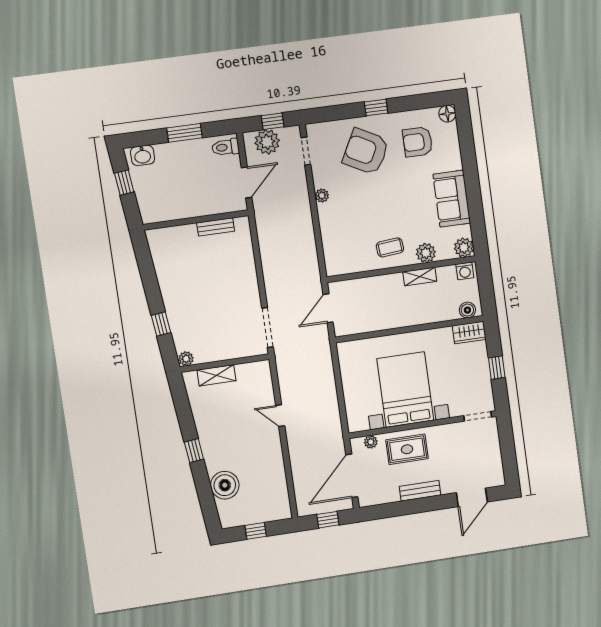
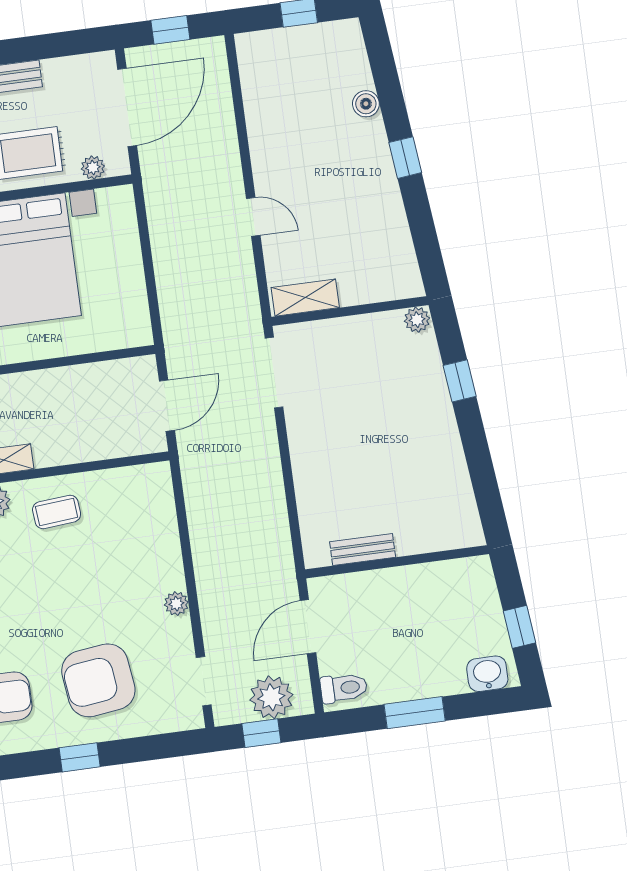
armchair: (366, 152) -> (98, 680), turned 145
shelving: (216, 375) -> (305, 298), moved
boiler: (225, 485) -> (366, 104), width x0.54, depth x0.54

